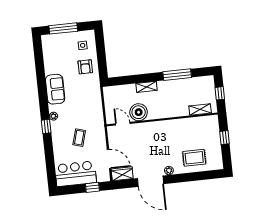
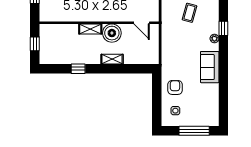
window: (177, 75) -> (78, 69), width x0.46
shelving: (200, 109) -> (90, 29), moved
boiler: (139, 112) -> (112, 33), moved

